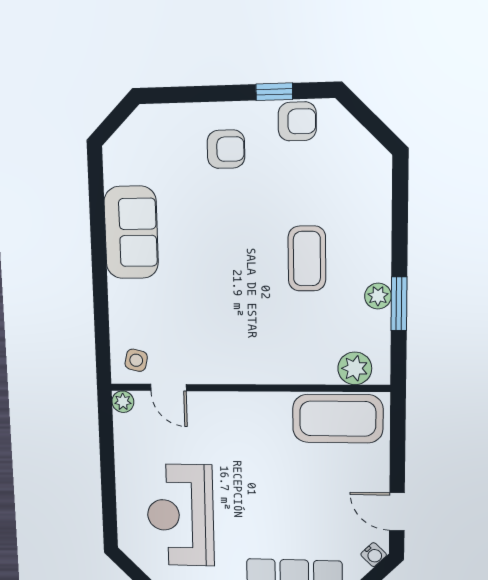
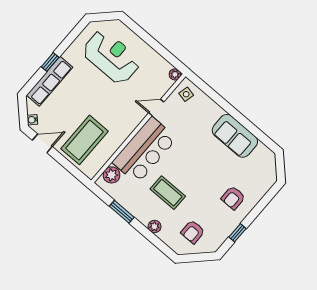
armchair: (297, 121) -> (193, 232), moved
plant: (378, 296) -> (154, 227), moved
bar counter: (273, 351) -> (145, 150), added
door: (168, 388) -> (156, 107), moved
coffee table: (338, 419) -> (84, 140), moved

